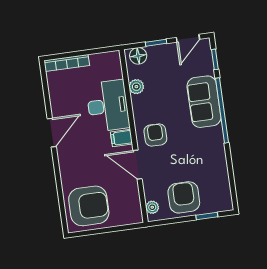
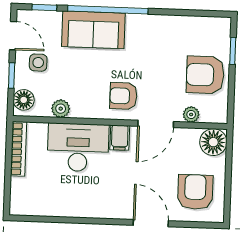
side table: (170, 62) -> (38, 63), added
bookcase: (67, 63) -> (18, 149), moved
door: (52, 133) -> (151, 223), moved
armchair: (89, 206) -> (195, 192), width x0.73, depth x0.73
plant: (152, 207) -> (191, 115), moved
floor lamp: (131, 213) -> (213, 142), added

